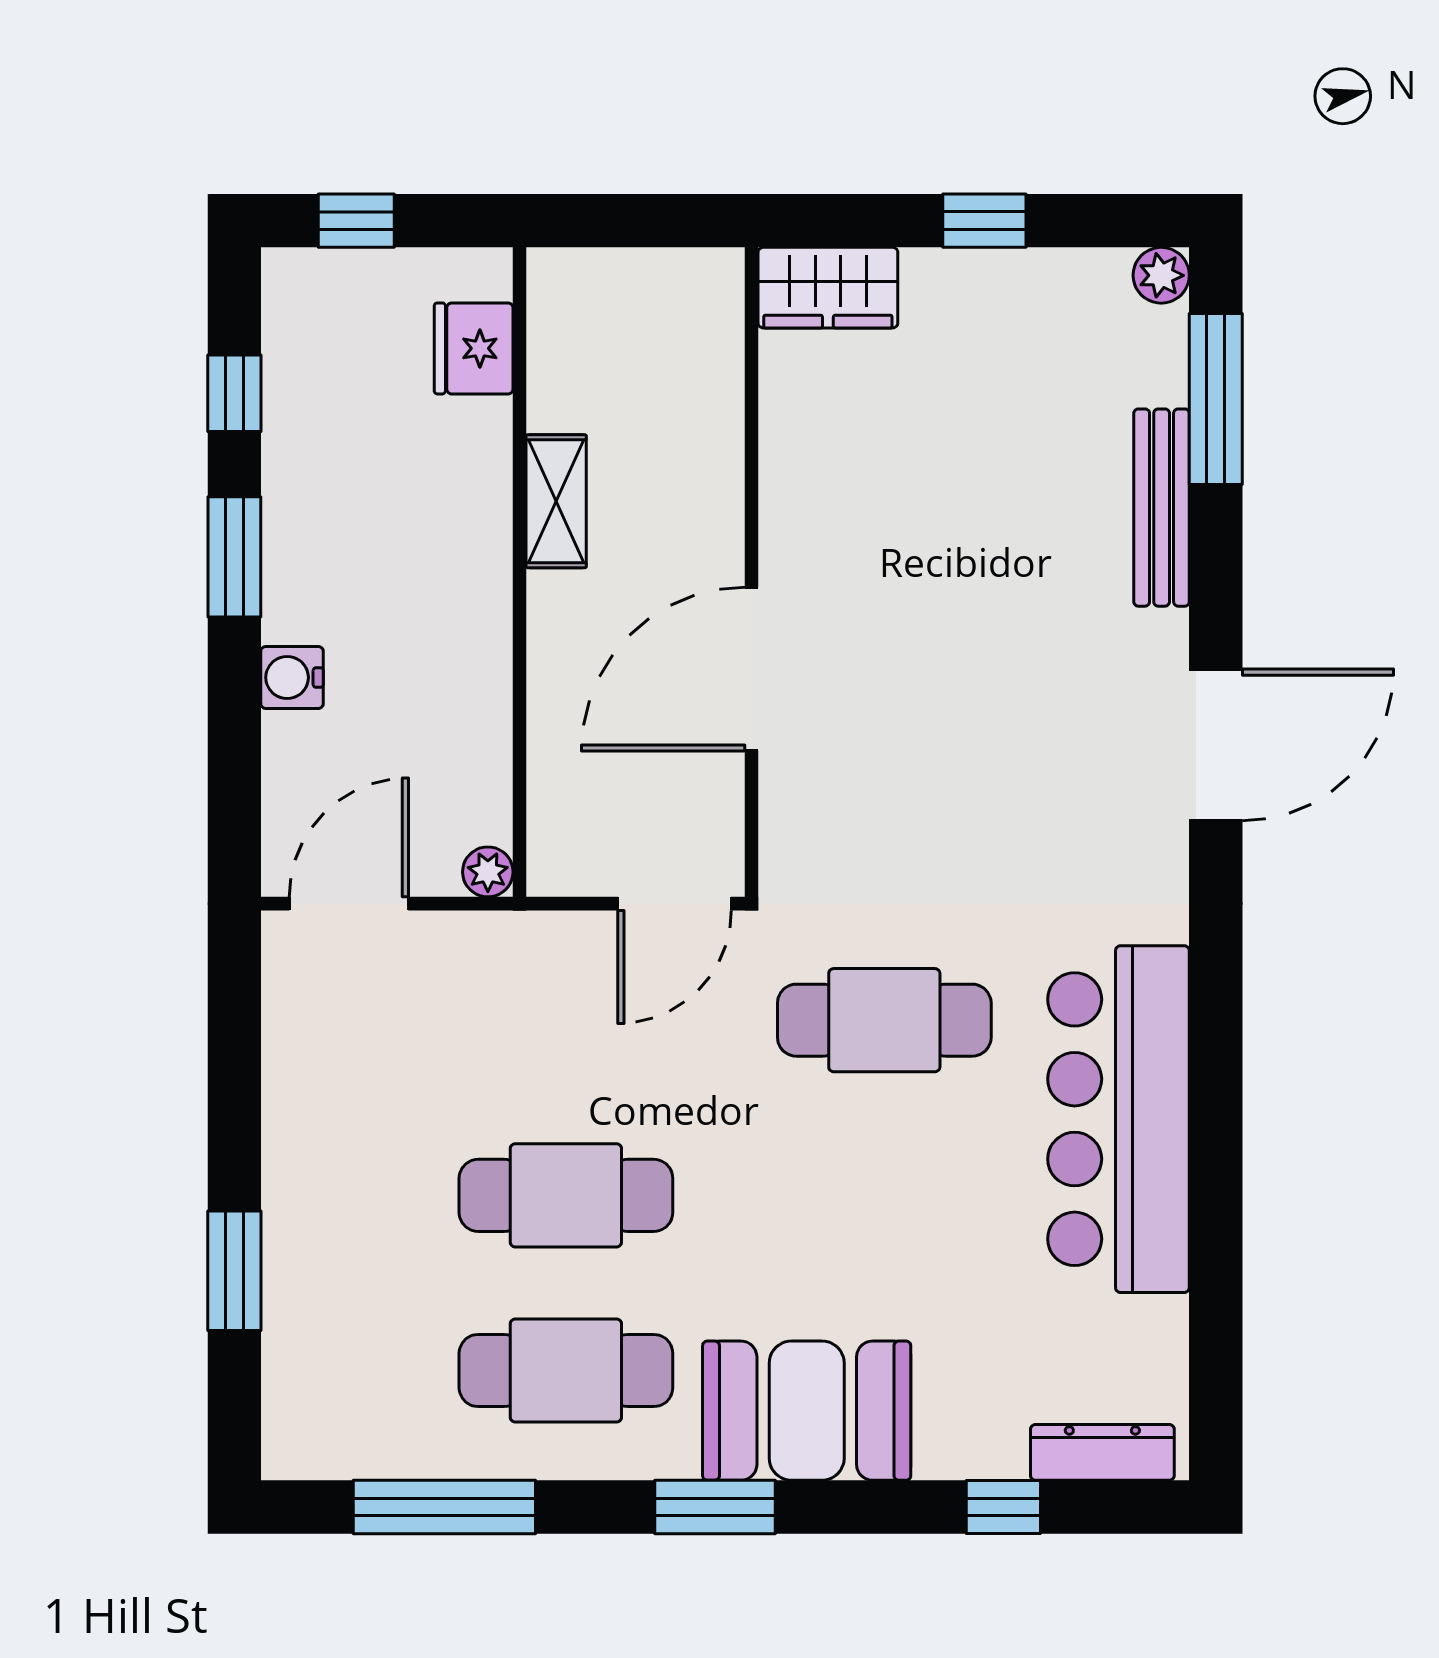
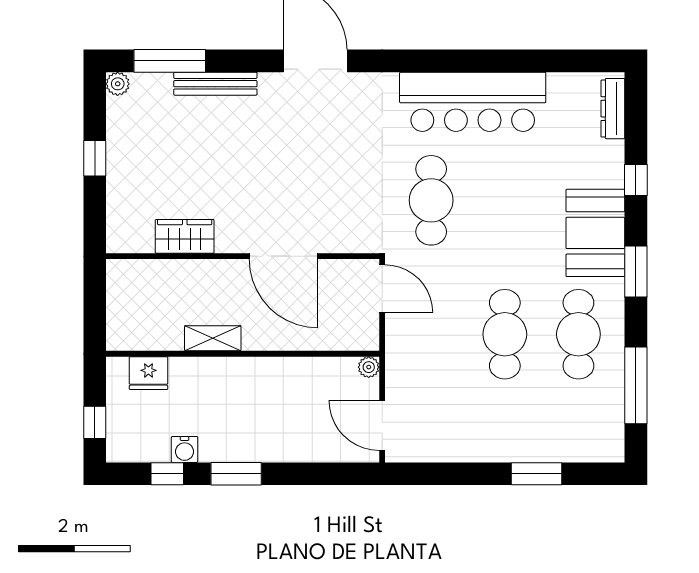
wardrobe: (828, 288) -> (185, 236), moved, turned -90
water cooler: (292, 677) -> (185, 449), moved
window: (1003, 1507) -> (636, 180), moved

